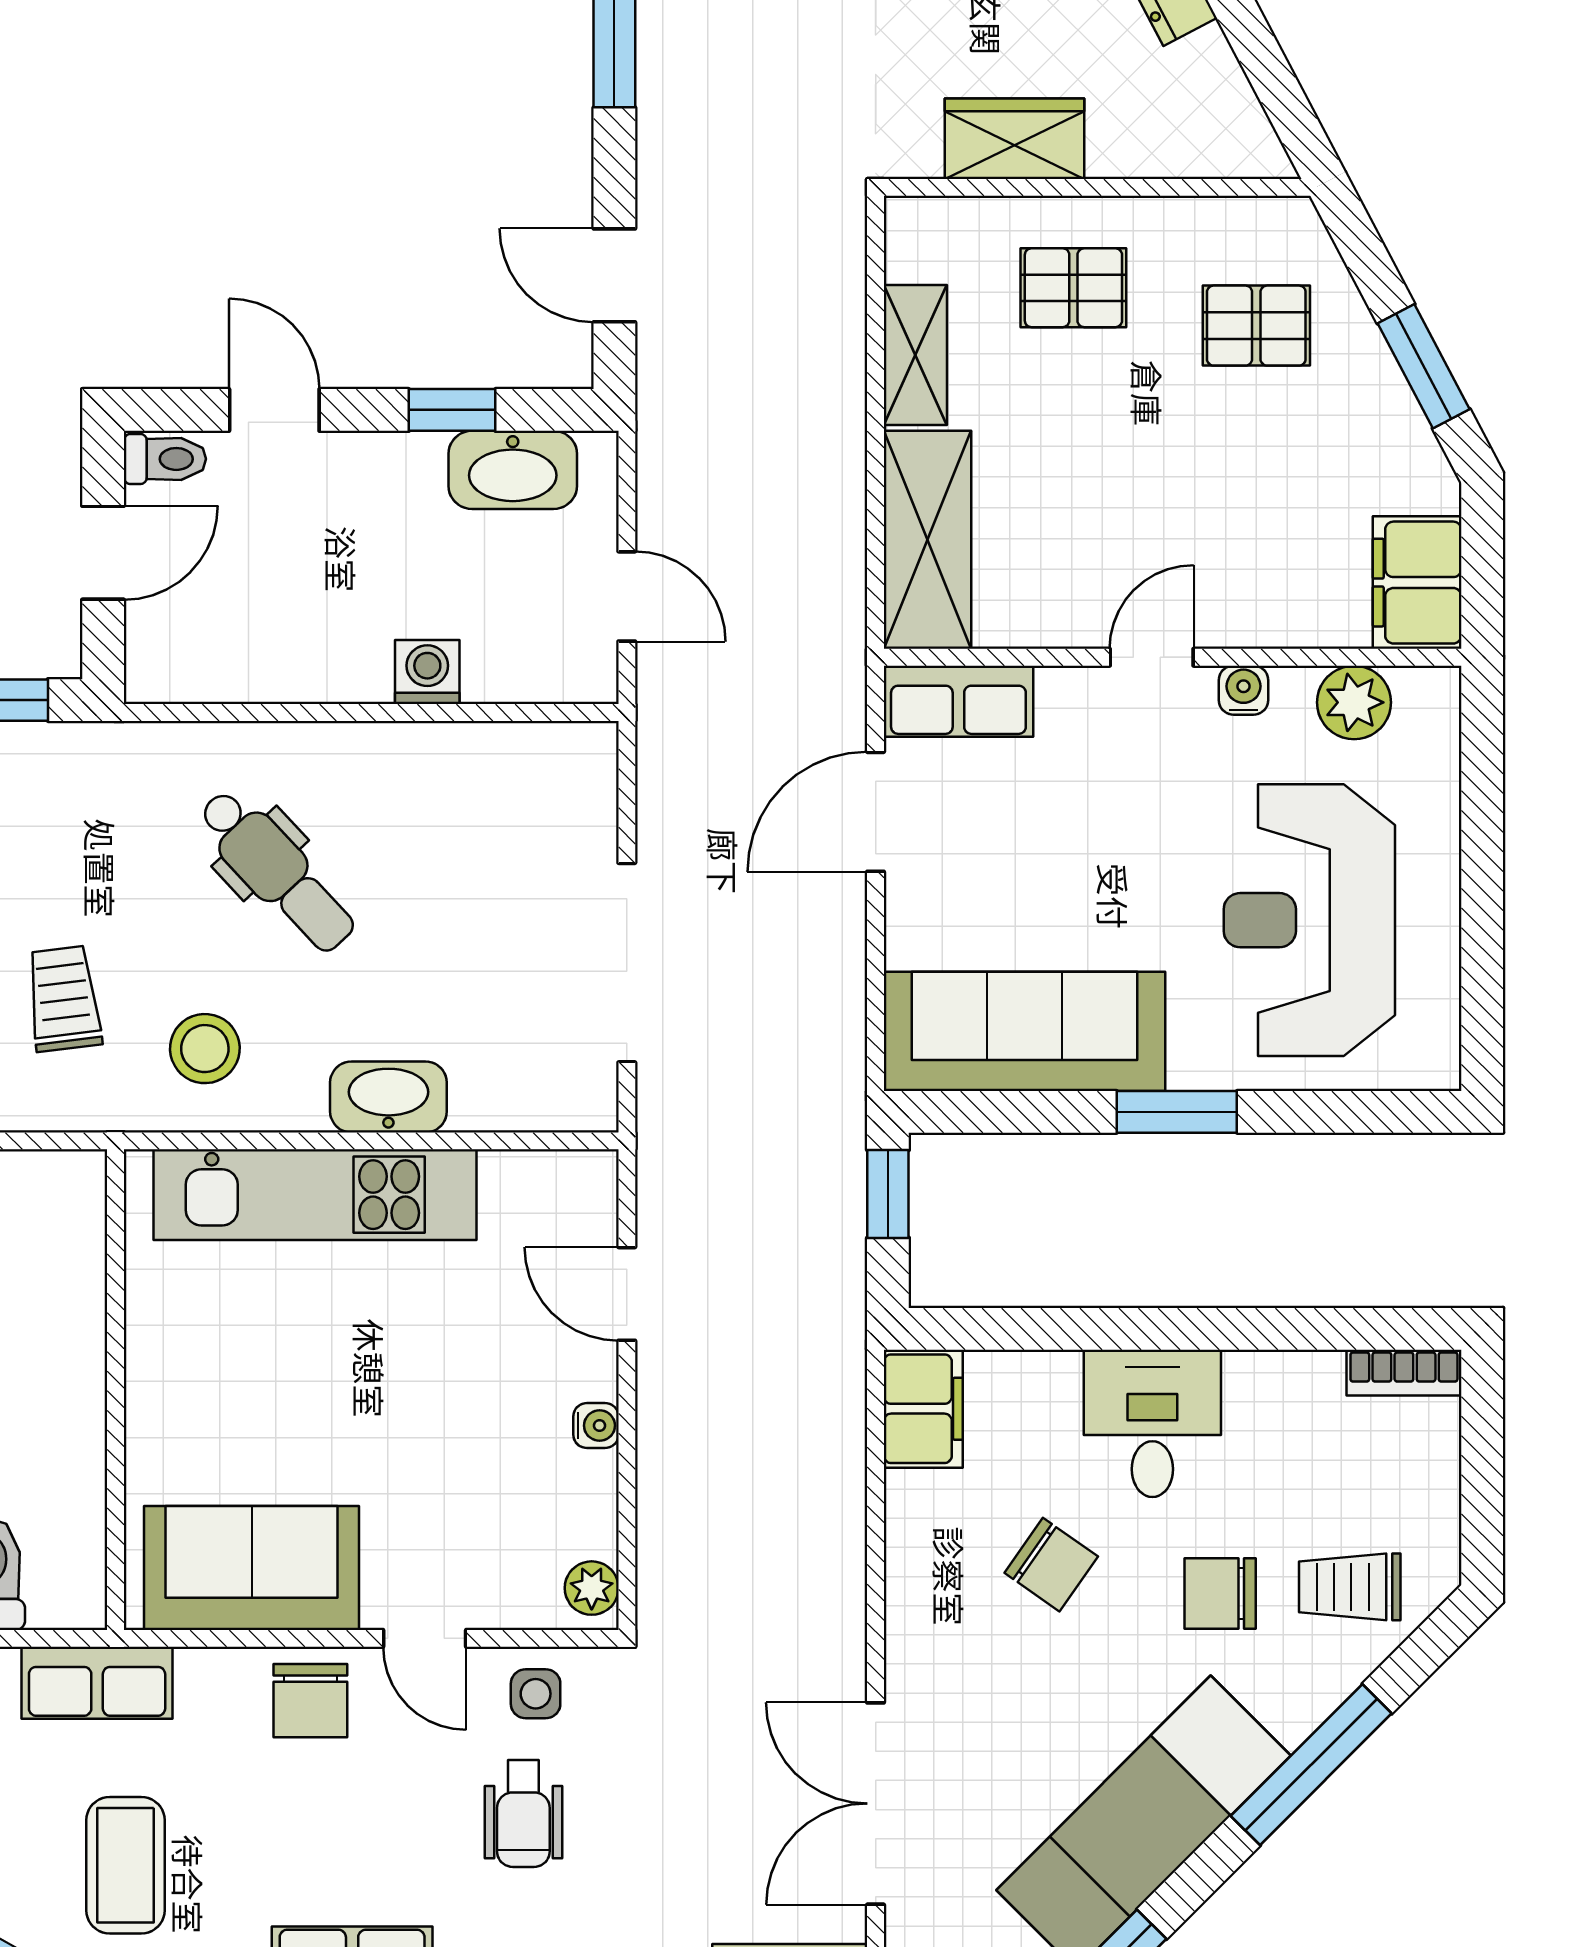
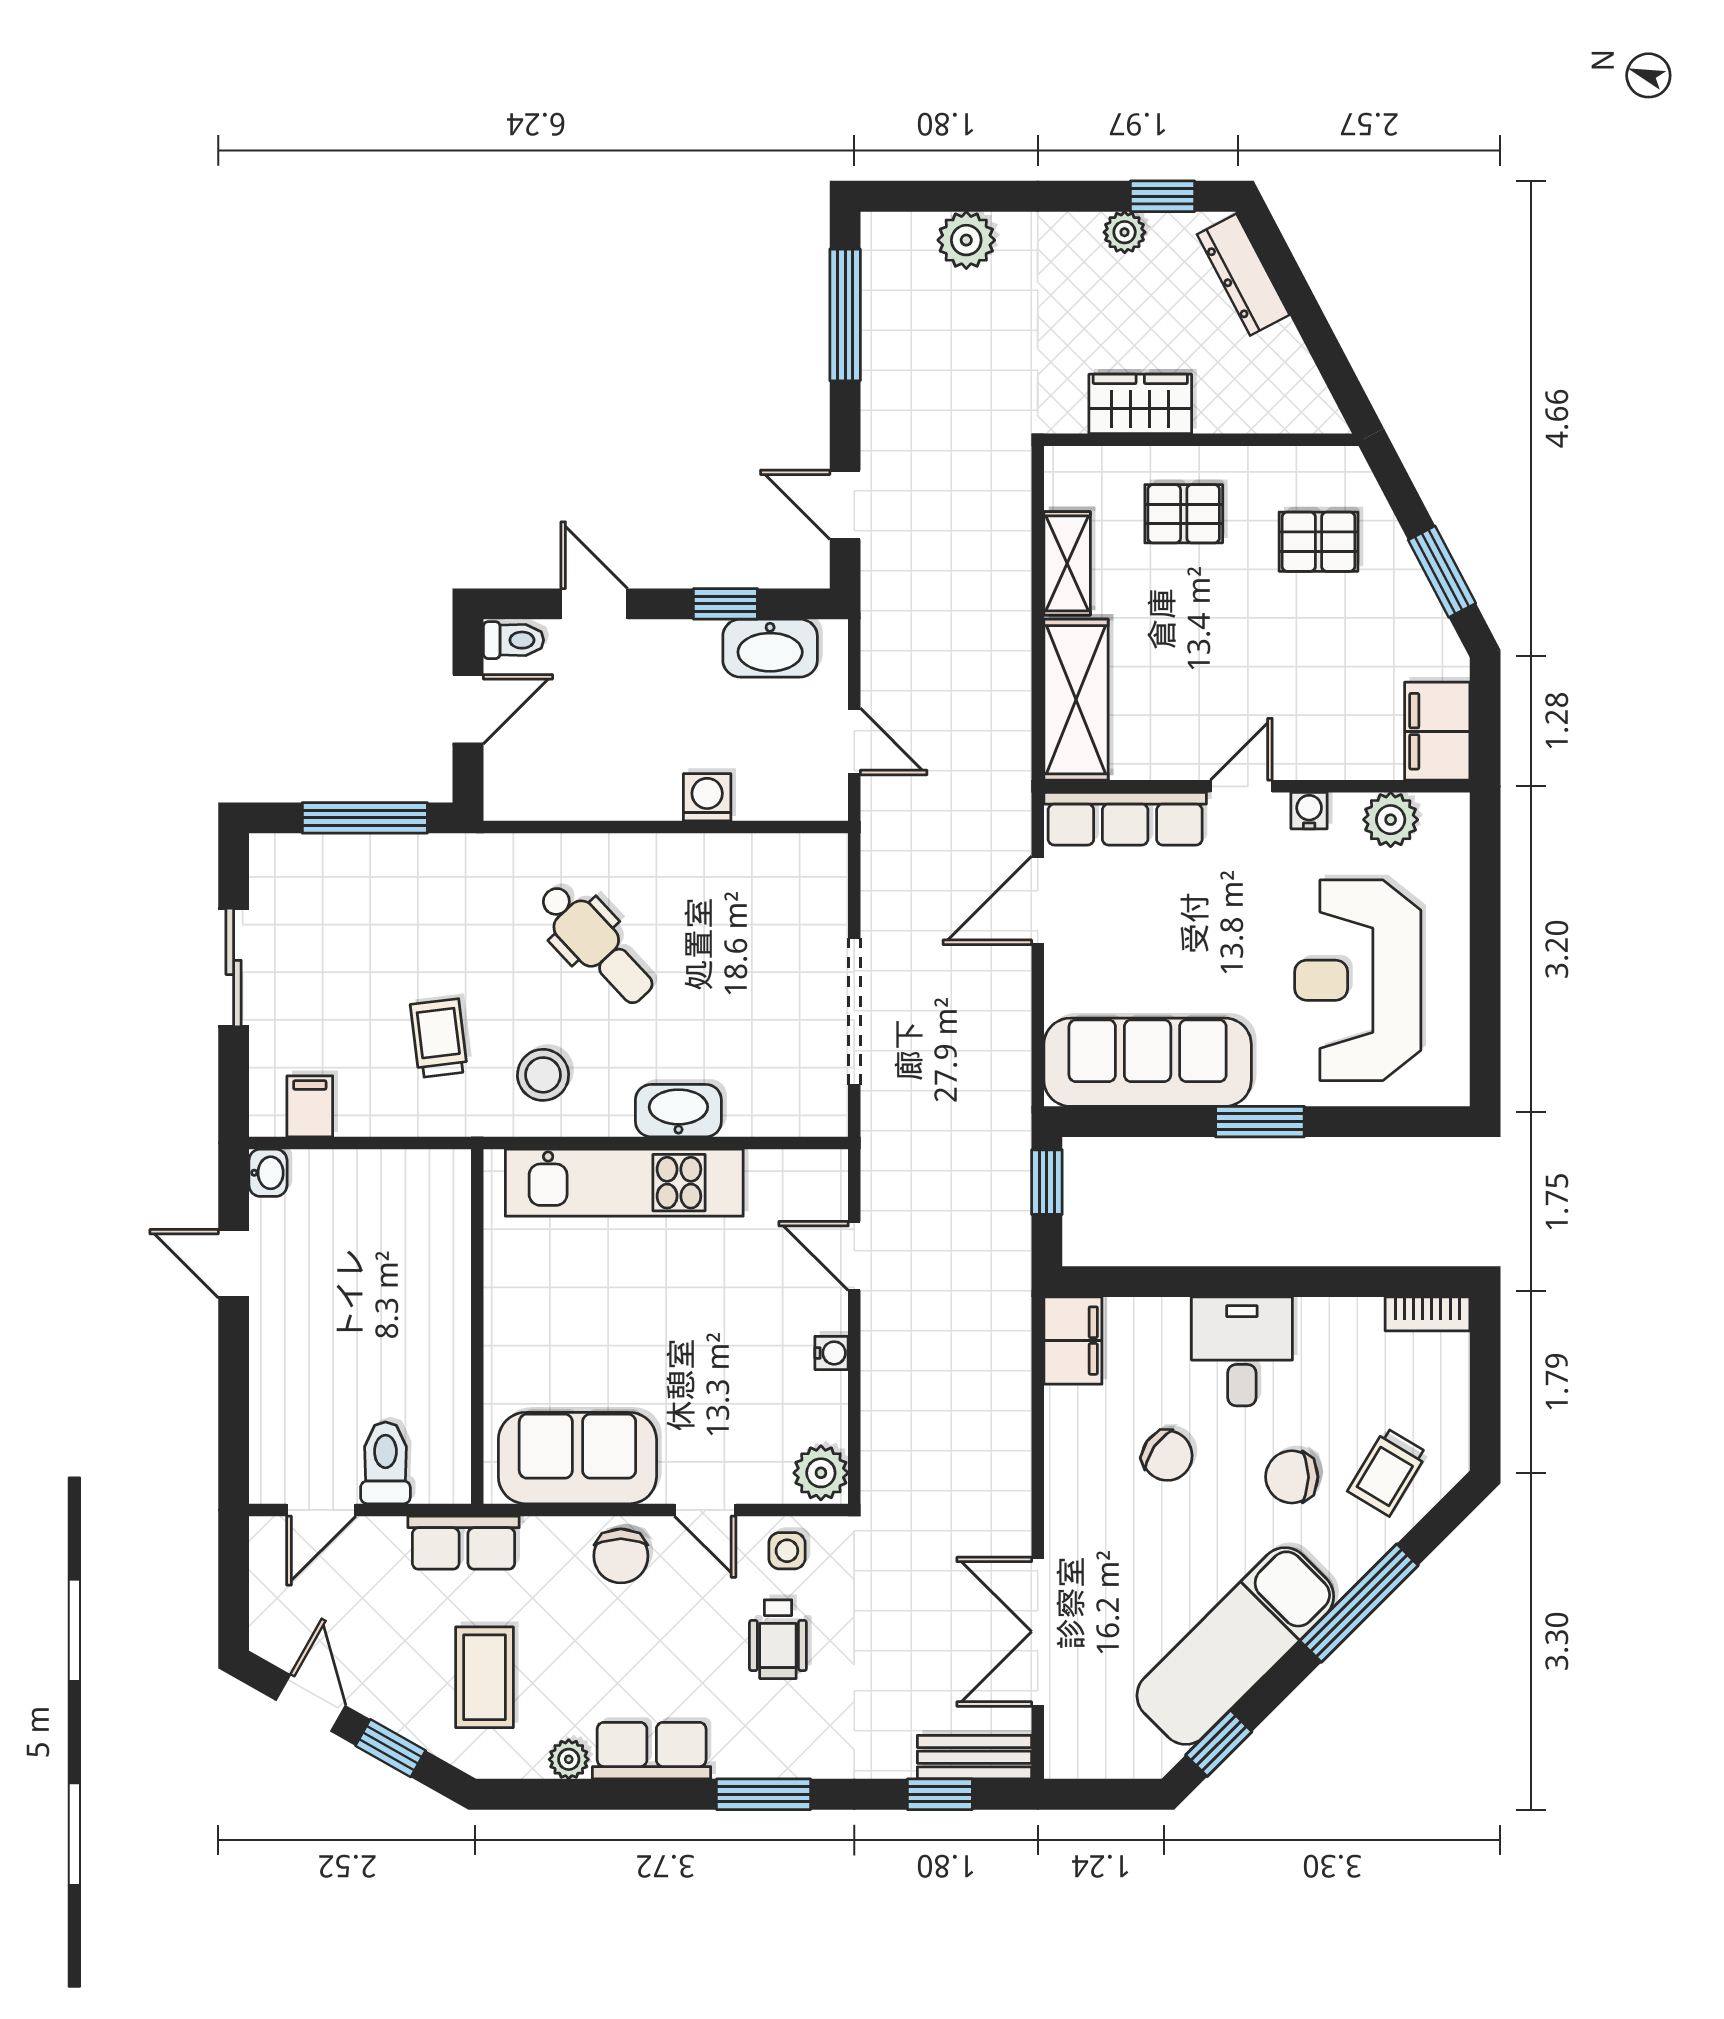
row of seats: (958, 701) -> (1125, 819), width x1.48
trolley: (1350, 1587) -> (1387, 1472), turned -59
plant: (592, 1588) -> (821, 1473), width x1.38, depth x1.38

